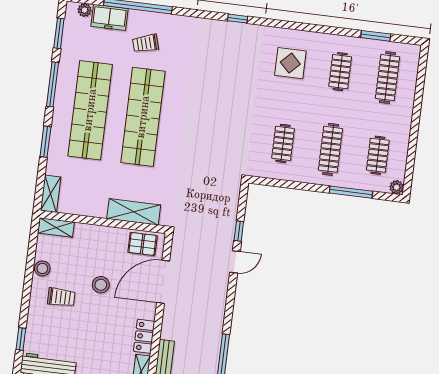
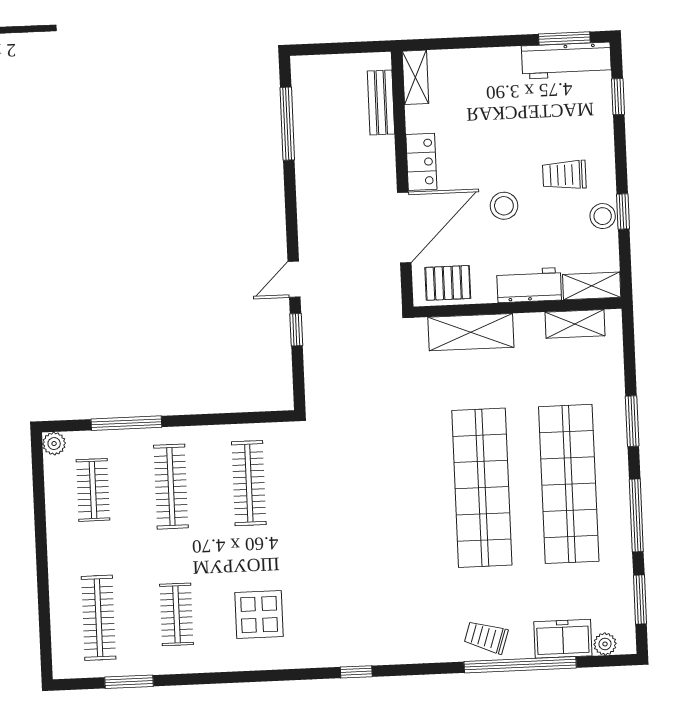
trolley: (145, 43) -> (486, 637), moved, turned -146
clothes rail: (283, 143) -> (249, 483), width x1.36
shelving: (51, 194) -> (575, 324), moved, turned 90
workbench: (94, 234) -> (529, 285), added
window: (30, 269) -> (623, 211), added
locker: (144, 336) -> (421, 162), moved

